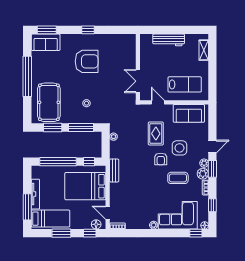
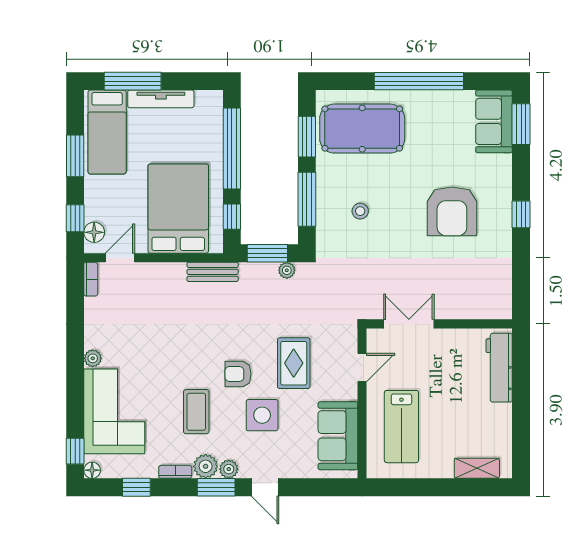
workbench: (169, 40) -> (499, 368), moved
rug: (156, 134) -> (294, 363), turned 90
window: (106, 146) -> (267, 253), added

